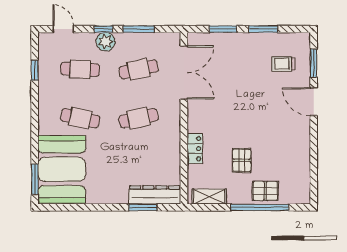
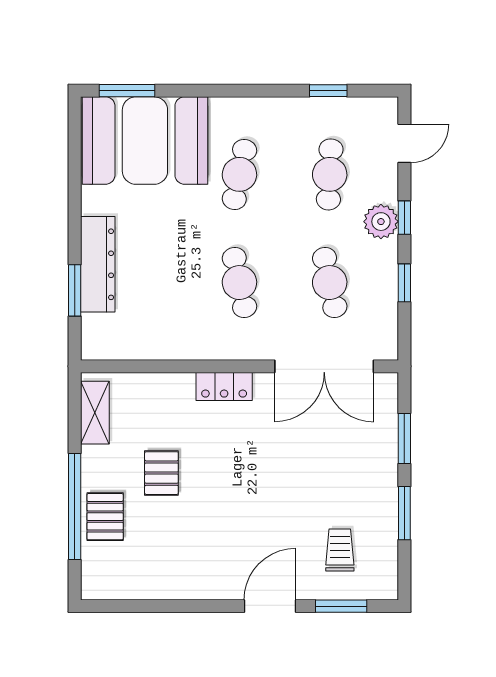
window: (139, 29) -> (404, 283), width x0.67
locker: (195, 149) -> (224, 386), moved
pallet: (242, 160) -> (161, 473), turned 90
dresser: (155, 195) -> (98, 264), moved

